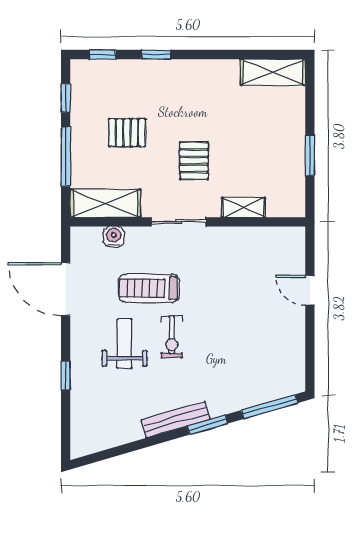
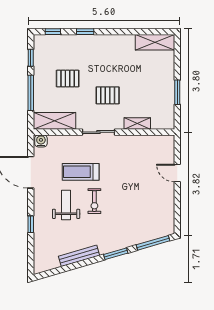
pallet: (194, 161) -> (108, 95), turned 90
water cooler: (114, 237) -> (41, 141), moved
bench: (176, 420) -> (79, 256), moved

